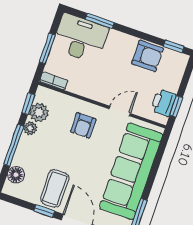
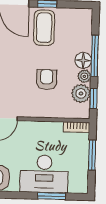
desk: (80, 38) -> (44, 174), moved
armchair: (83, 125) -> (47, 80), moved
floor lamp: (16, 175) -> (83, 60), moved

